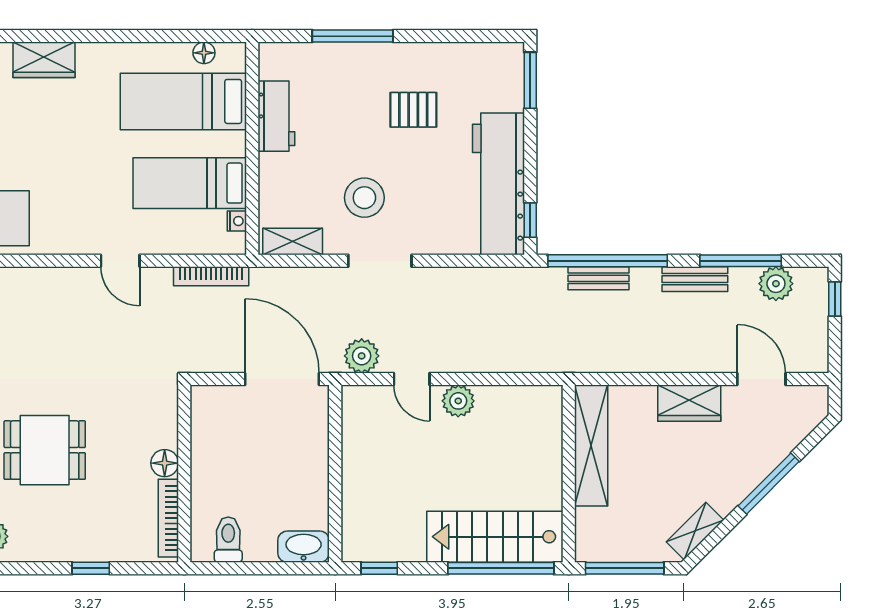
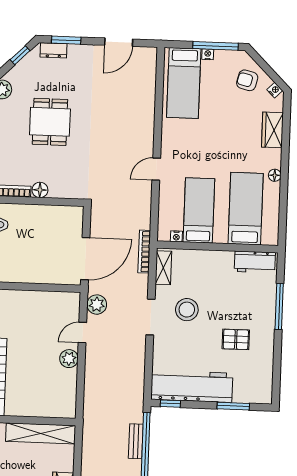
floor lamp: (204, 53) -> (275, 175), moved
window: (530, 80) -> (233, 406), moved
pallet: (413, 110) -> (236, 339), turned 90
workbench: (276, 116) -> (255, 262), moved
bookcase: (211, 276) -> (144, 252), moved

